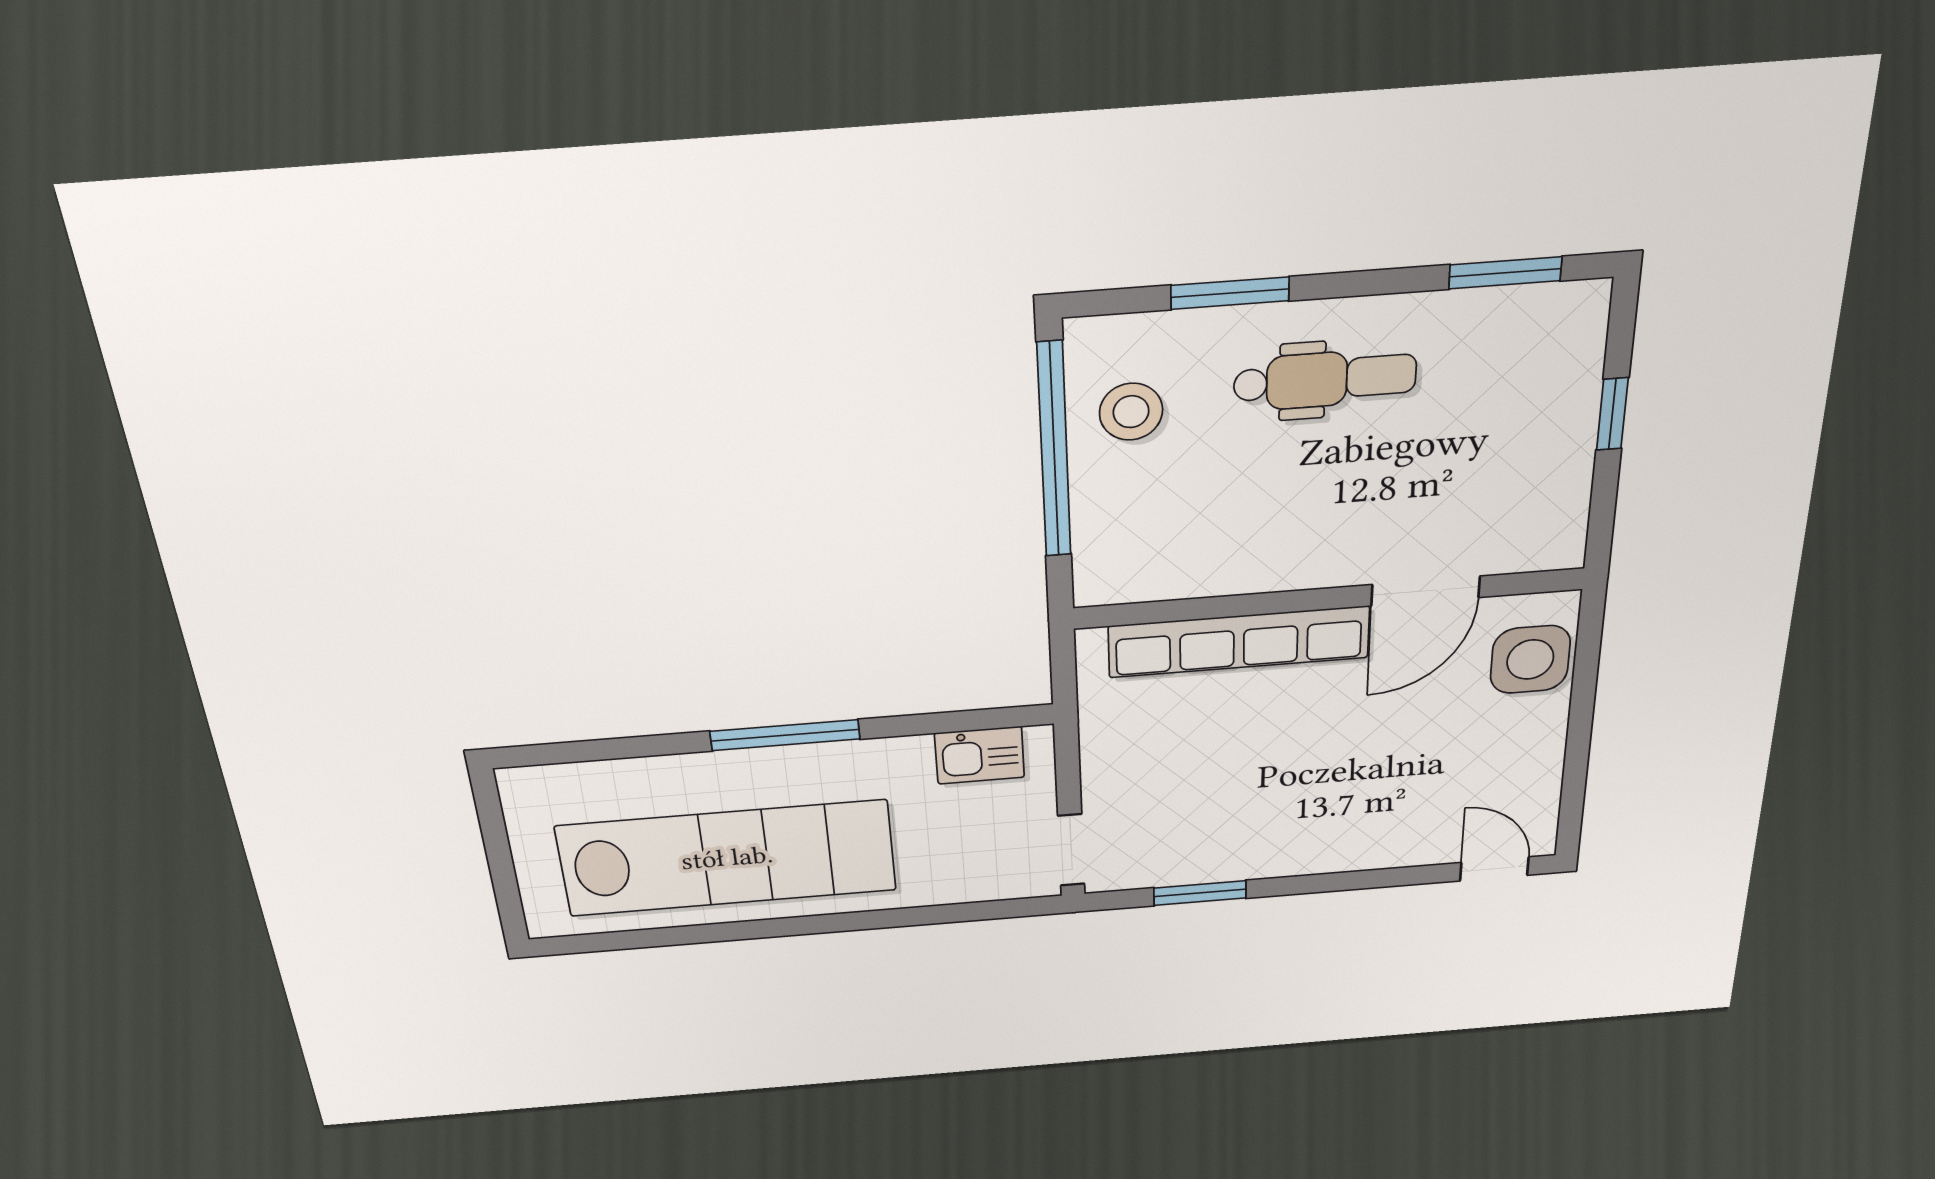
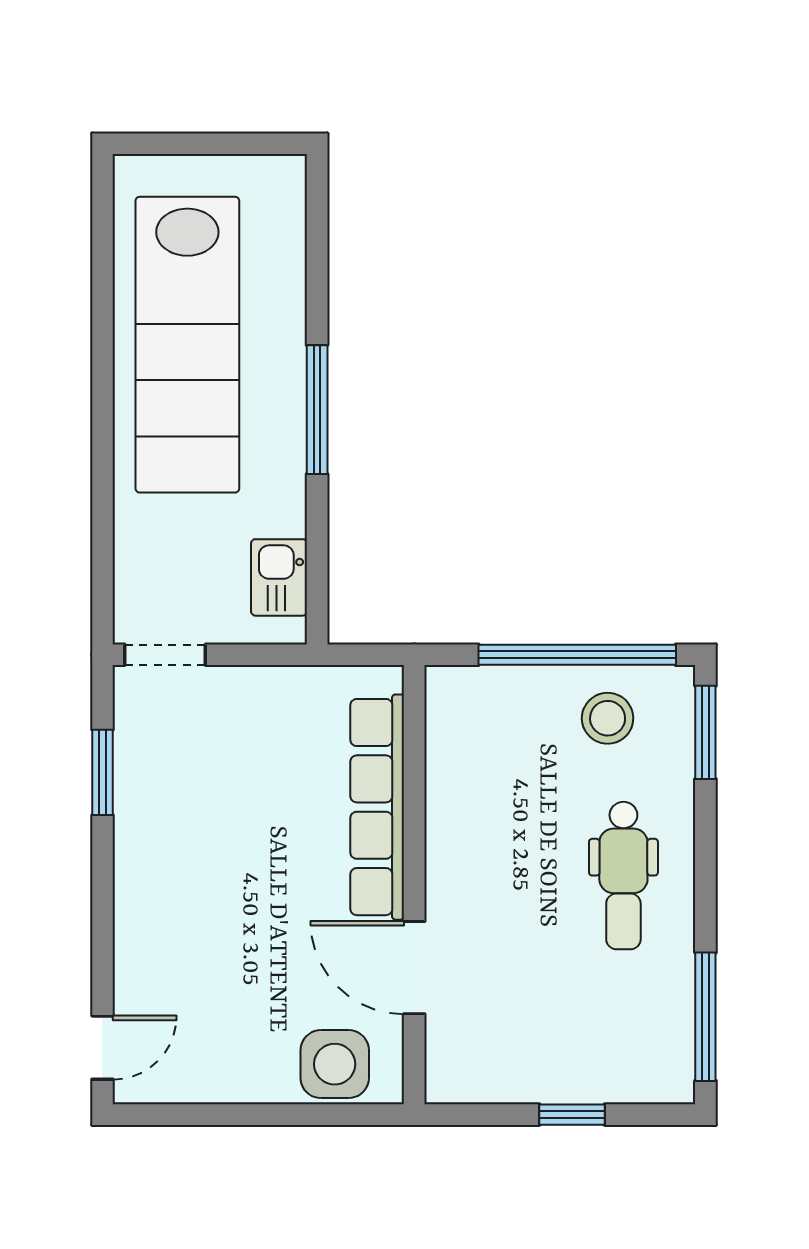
window: (1505, 273) -> (705, 1017), width x1.44
window: (1230, 293) -> (705, 732), moved

